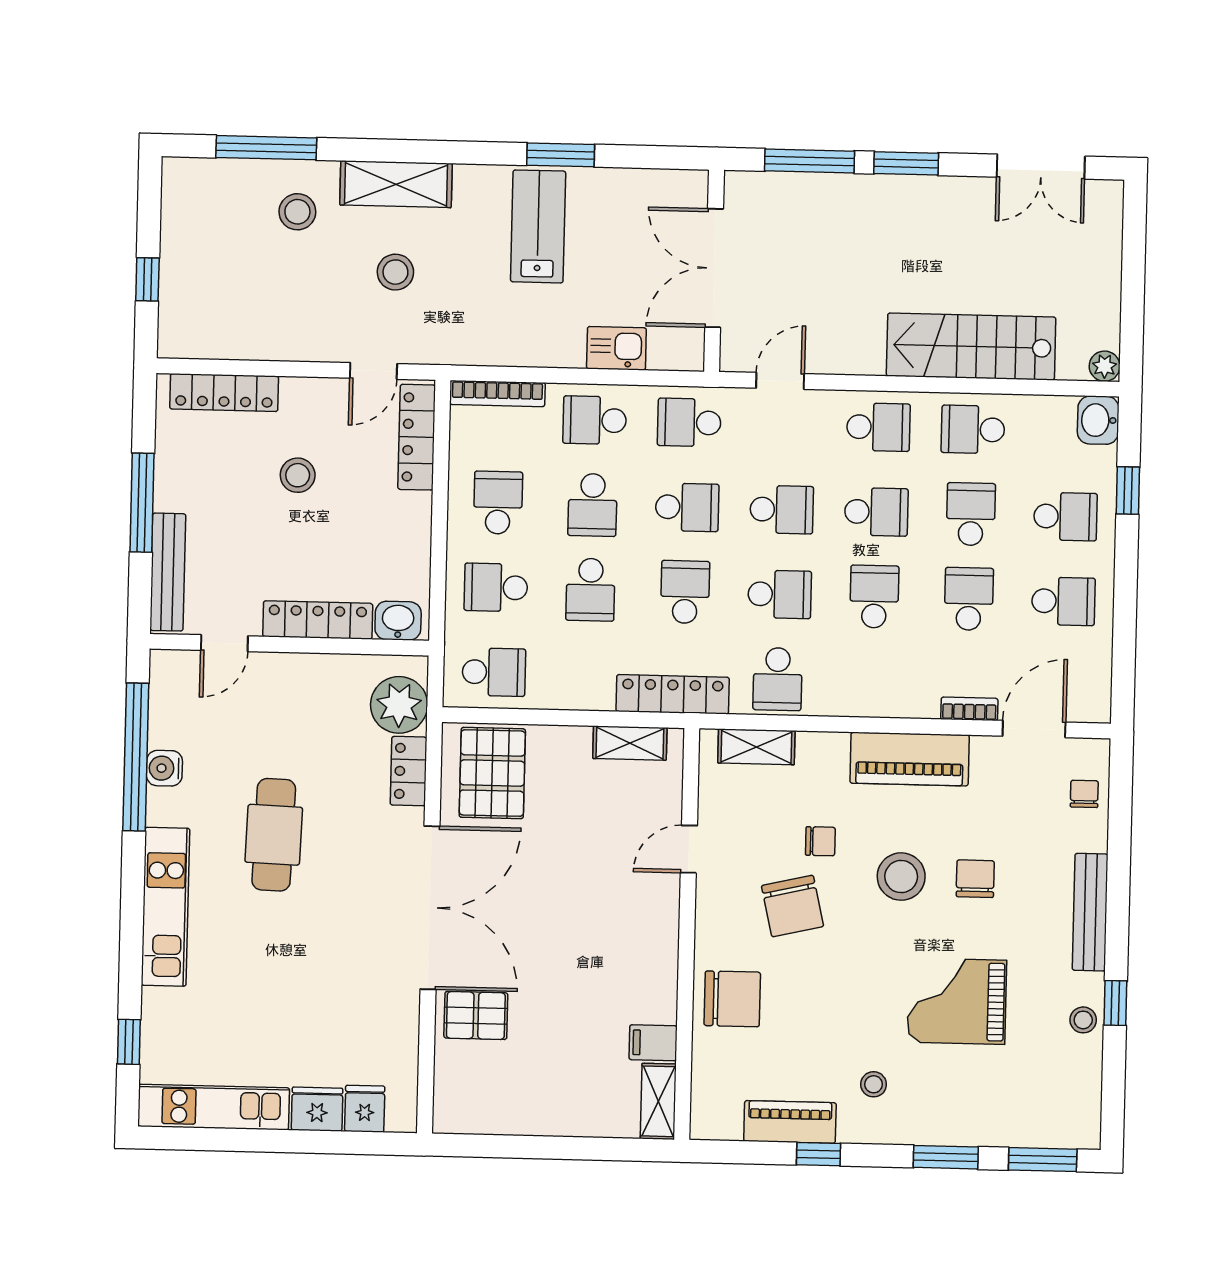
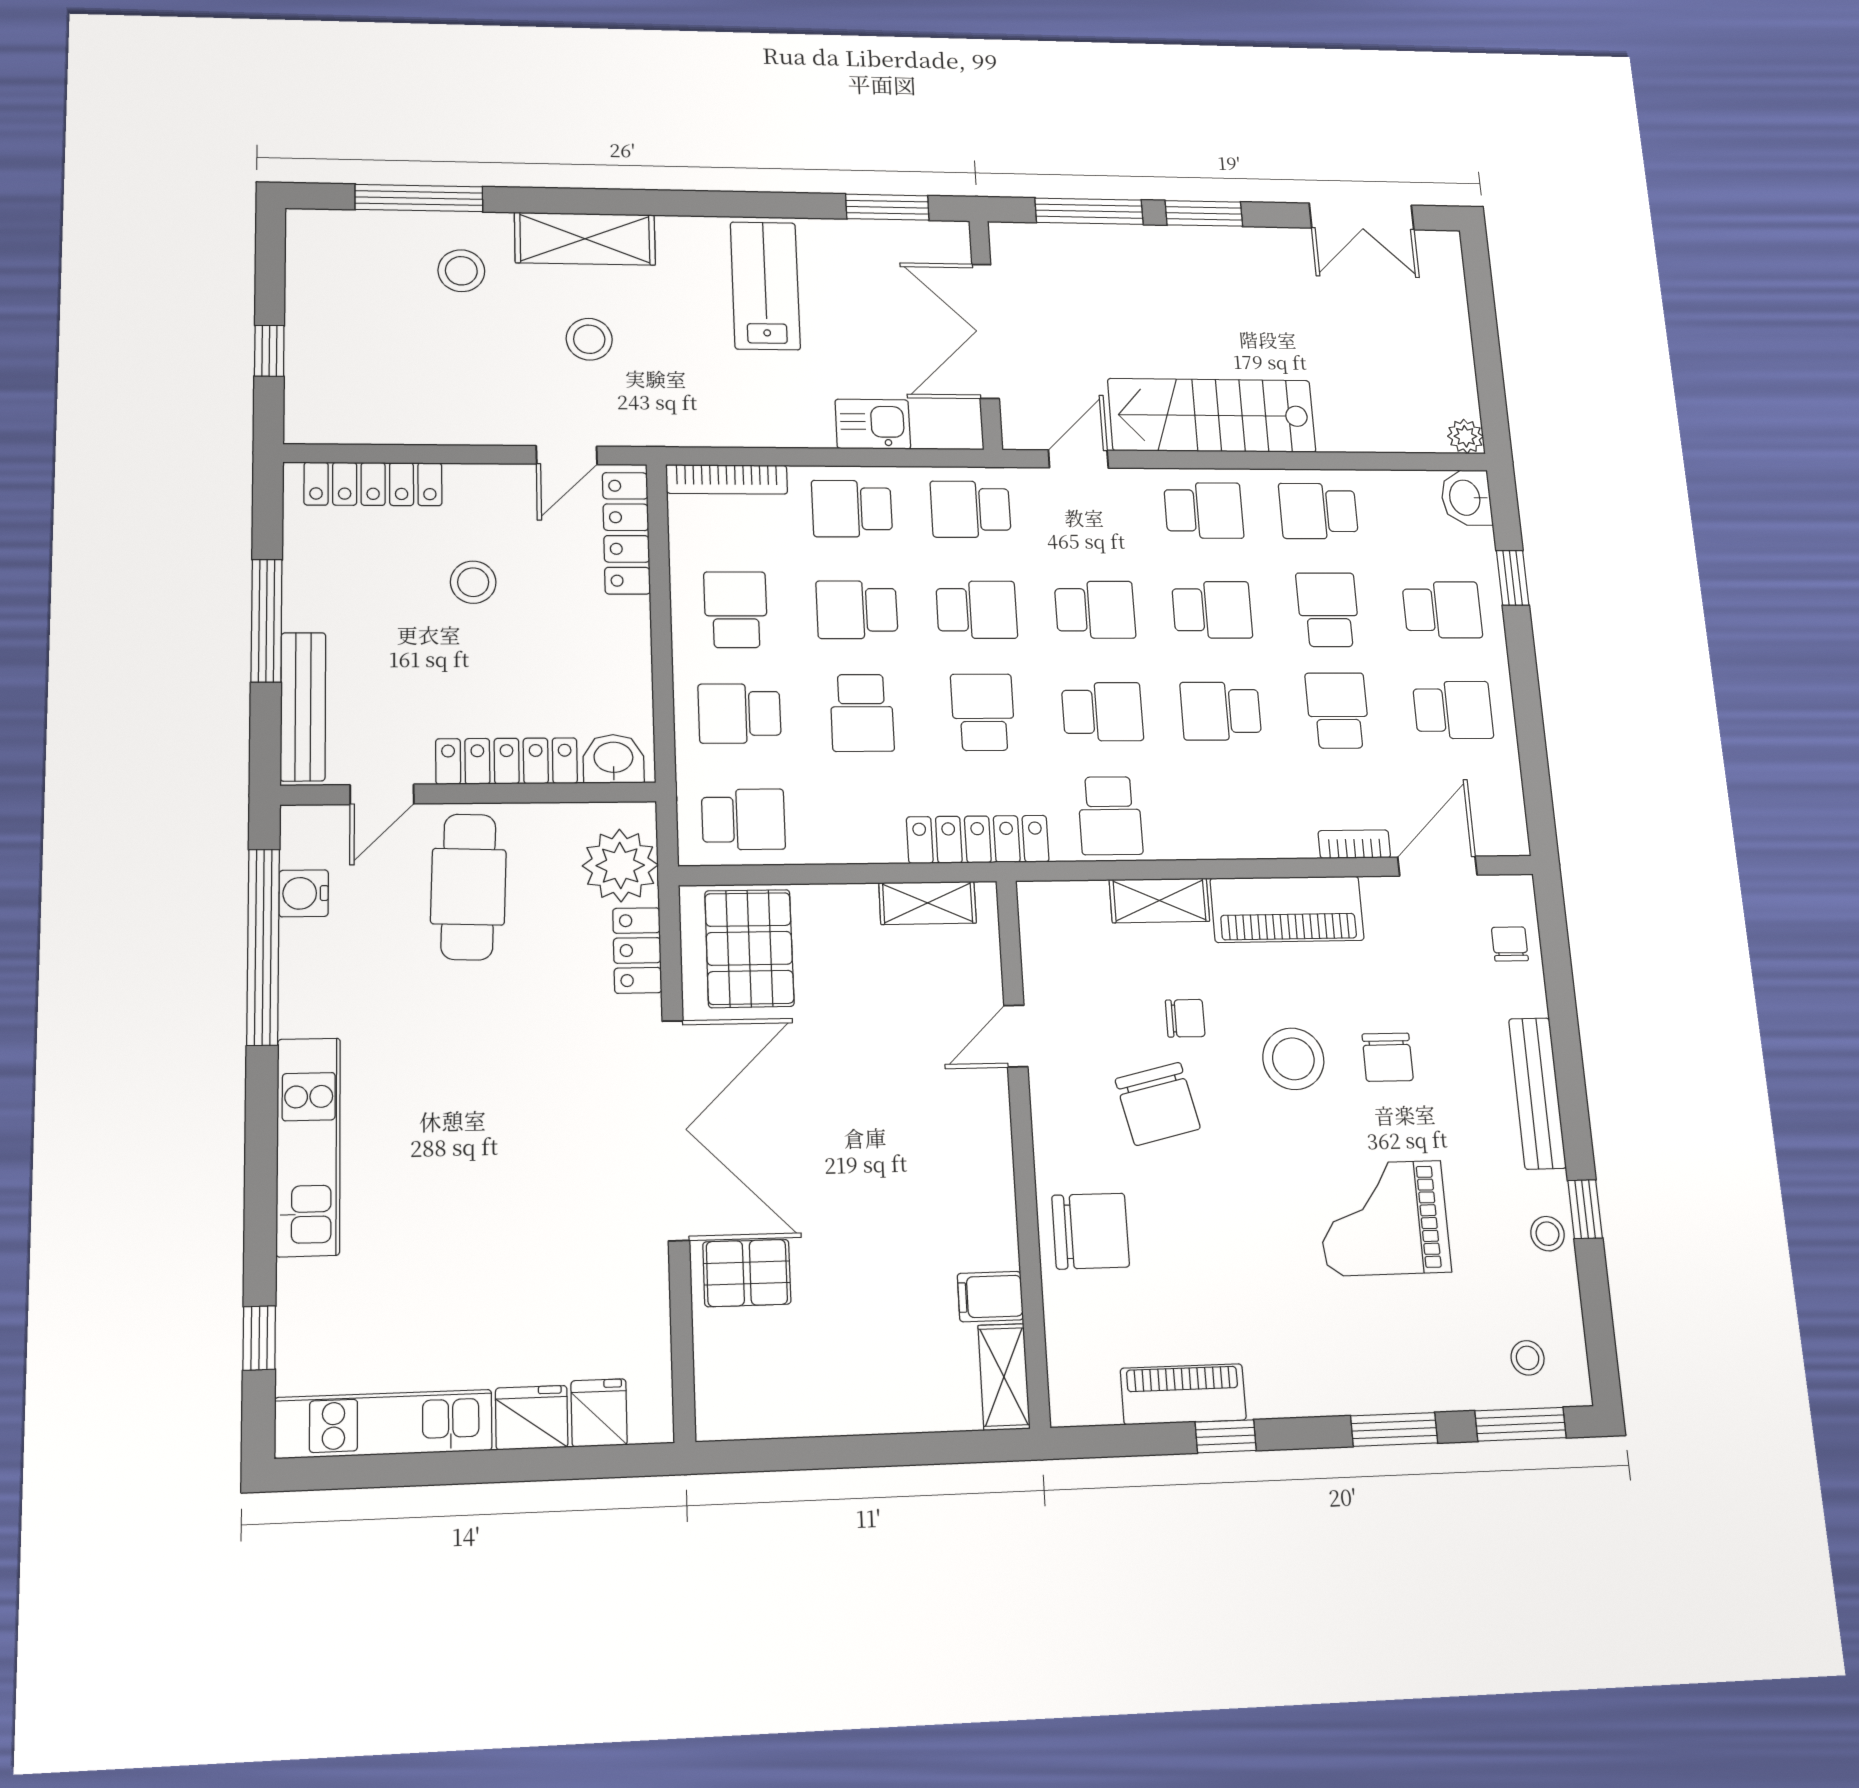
window: (561, 155) -> (887, 207), moved
stairs: (971, 347) -> (1212, 415), moved
school desk: (593, 505) -> (857, 610), turned 90
school desk: (874, 597) -> (1221, 711), turned -90
shelving: (756, 747) -> (1159, 901), moved
water cooler: (164, 768) -> (304, 893), moved
cafe table: (274, 835) -> (468, 887), moved
chair: (975, 879) -> (1388, 1057), turned 180
stool: (874, 1084) -> (1528, 1358), moved

